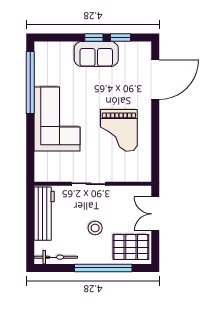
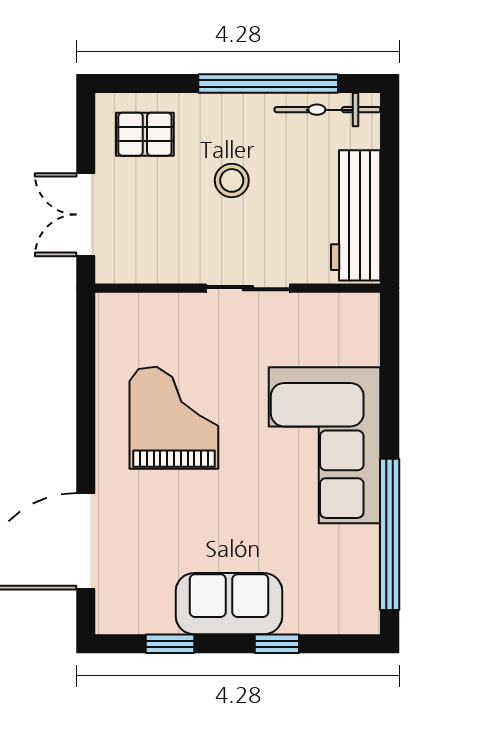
window: (94, 37) -> (277, 644), moved
double door: (155, 214) -> (86, 215), swing flipped
pallet: (131, 247) -> (145, 134), width x0.67, depth x0.71
window: (103, 268) -> (268, 83), moved

